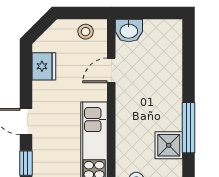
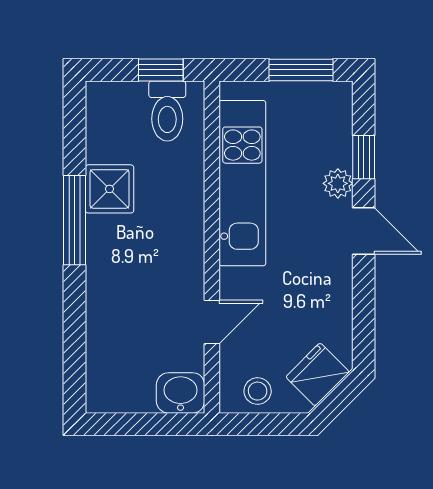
fridge: (44, 66) -> (318, 374), moved, turned 45
plant: (40, 148) -> (338, 183), added

